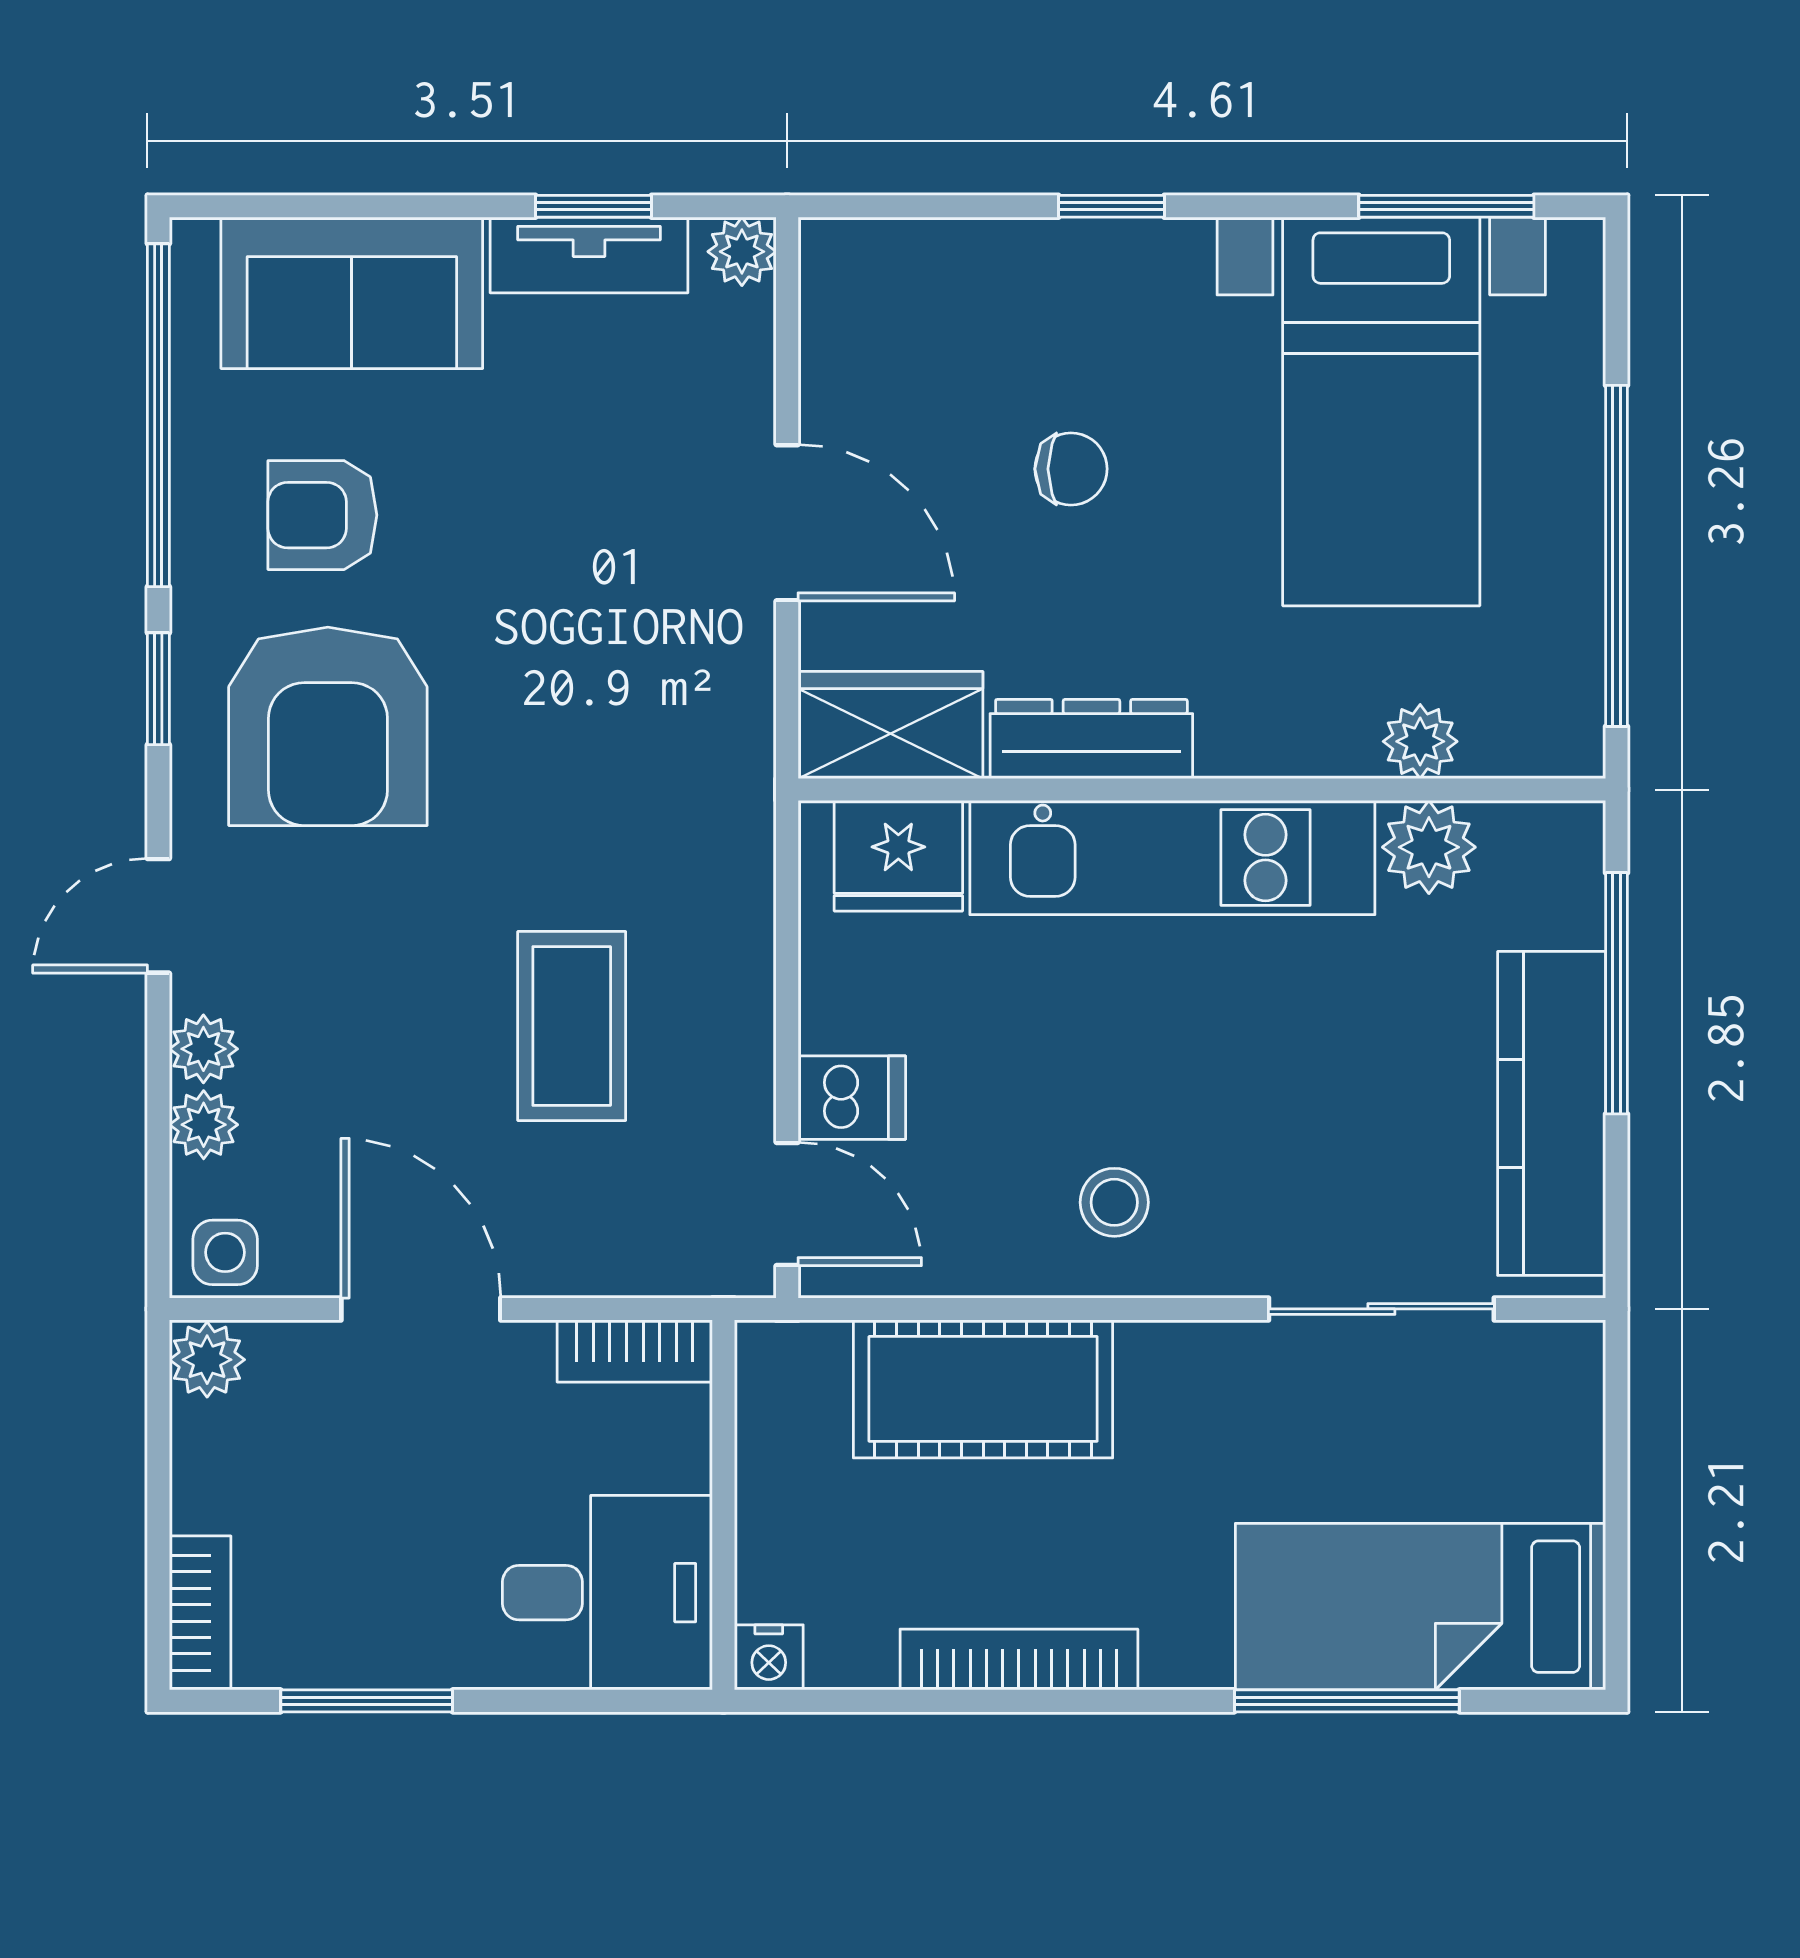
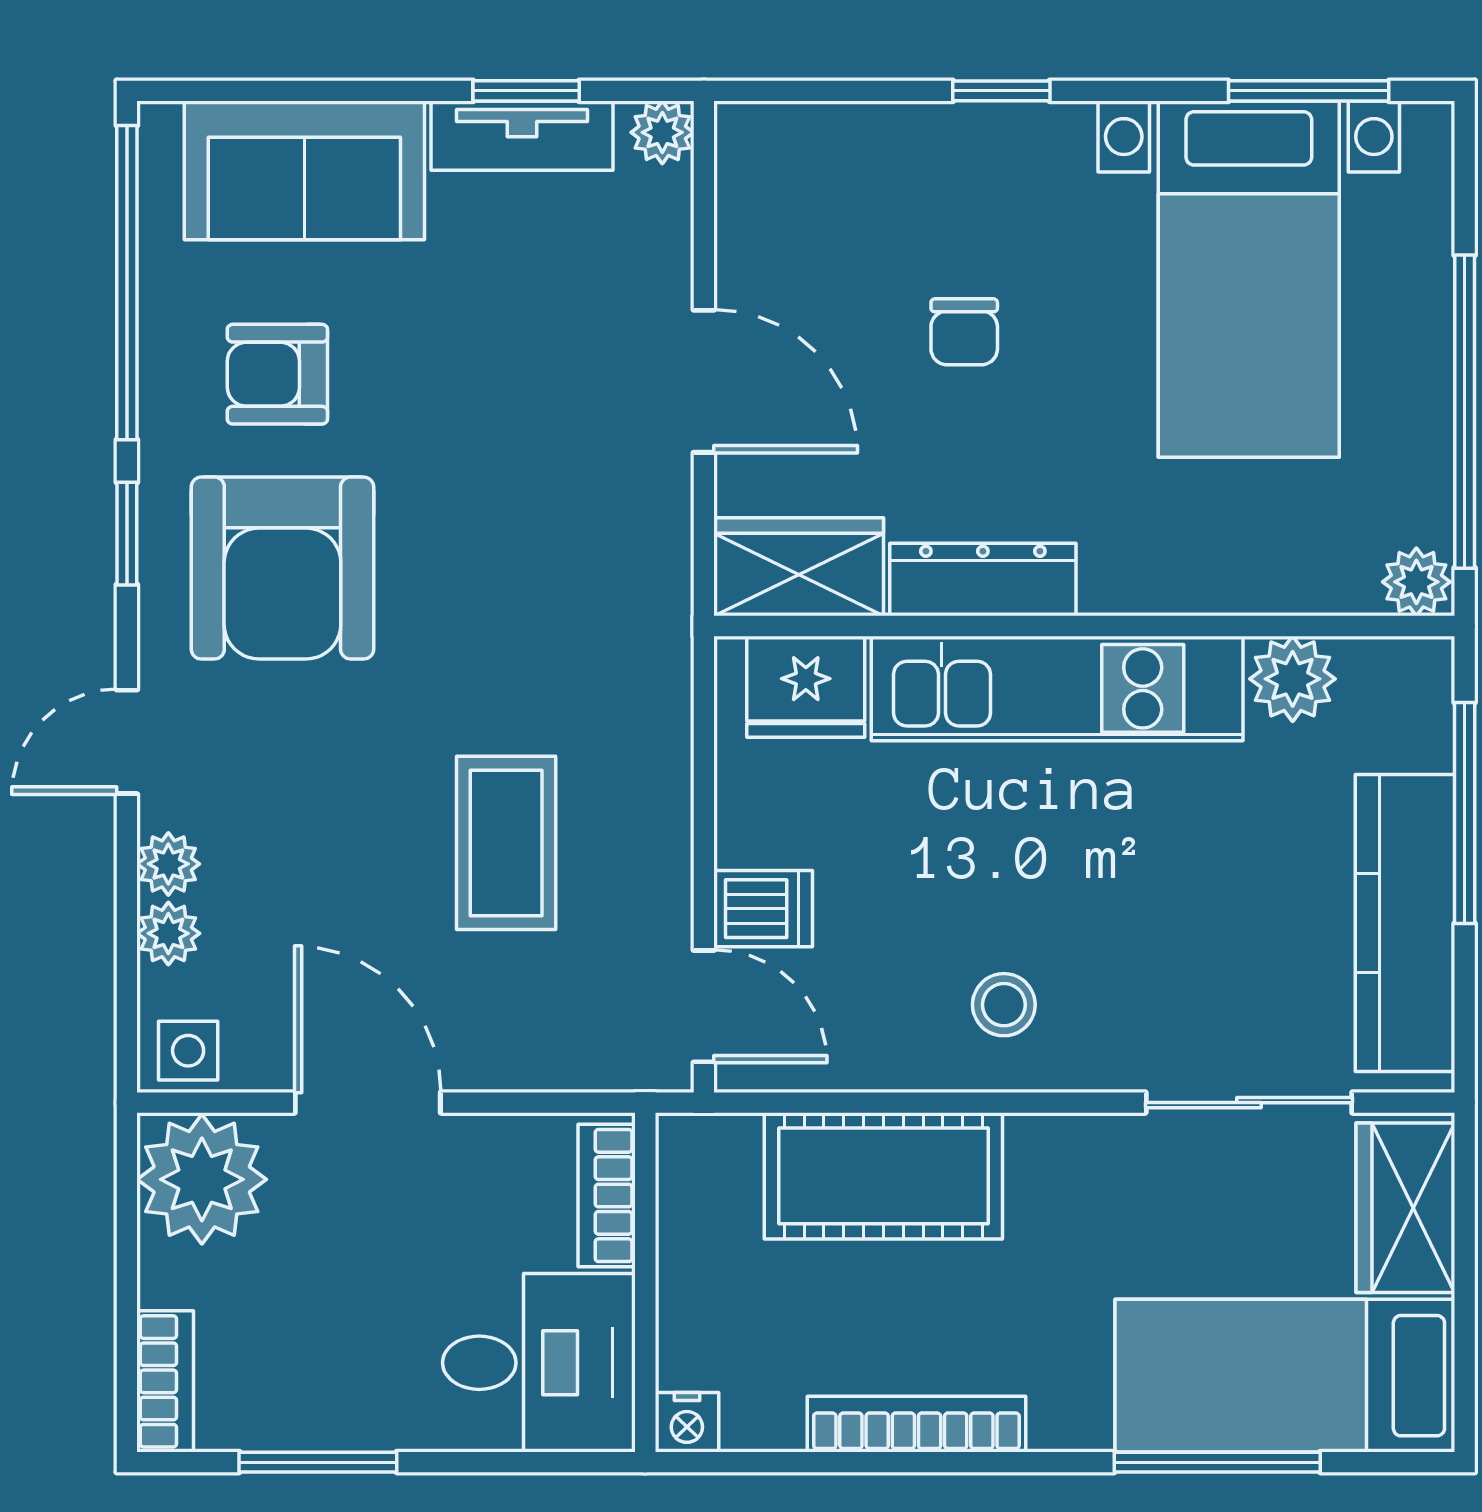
chair: (1071, 469) -> (964, 332), turned 90
plant: (1420, 741) -> (1416, 582), moved
bookcase: (635, 1351) -> (607, 1195), moved, turned 90
plant: (207, 1360) -> (202, 1179), width x1.87, depth x1.87
wardrobe: (1552, 1424) -> (1405, 1208), added

